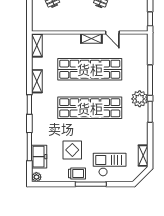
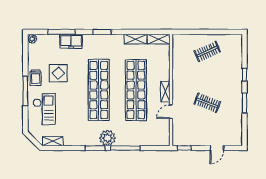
shelving: (37, 81) -> (135, 39), moved
freezer: (39, 157) -> (71, 41), moved

